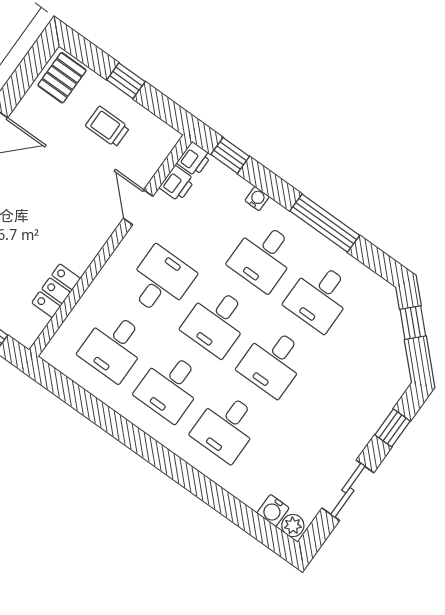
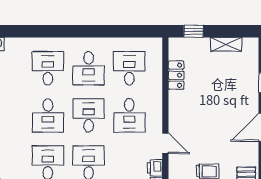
desk: (273, 362) -> (48, 115), turned 180
desk: (170, 387) -> (89, 68), turned 180

